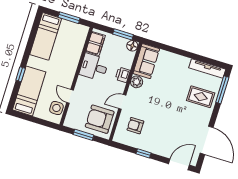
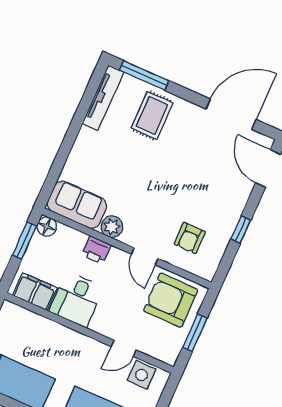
armchair: (100, 119) -> (171, 300), turned 90

